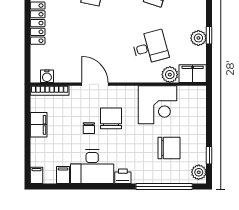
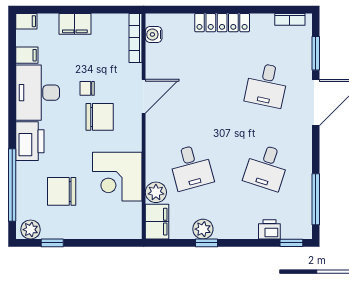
filing cabinet: (39, 125) -> (75, 24), moved
chair: (169, 148) -> (62, 191), turned 90
printer: (123, 176) -> (30, 141), width x1.87, depth x1.48

